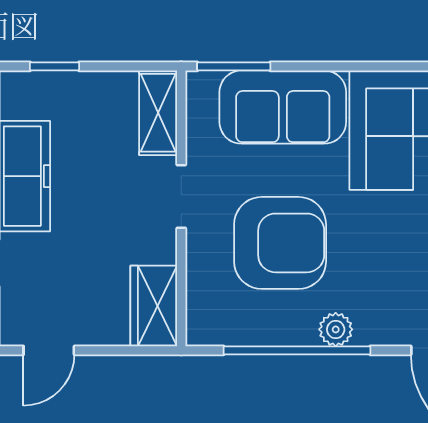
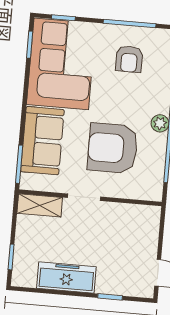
armchair: (280, 243) -> (113, 148), turned -90
wardrobe: (154, 306) -> (140, 216), removed

